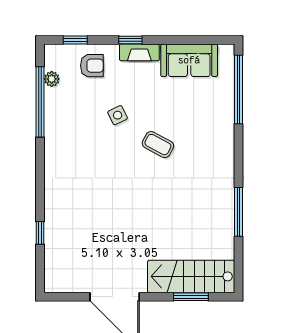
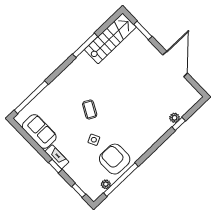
armchair: (92, 66) -> (115, 159), moved, width x1.88, depth x1.88
plant: (52, 235) -> (175, 118), added
stairs: (191, 276) -> (110, 38), moved, turned -90

